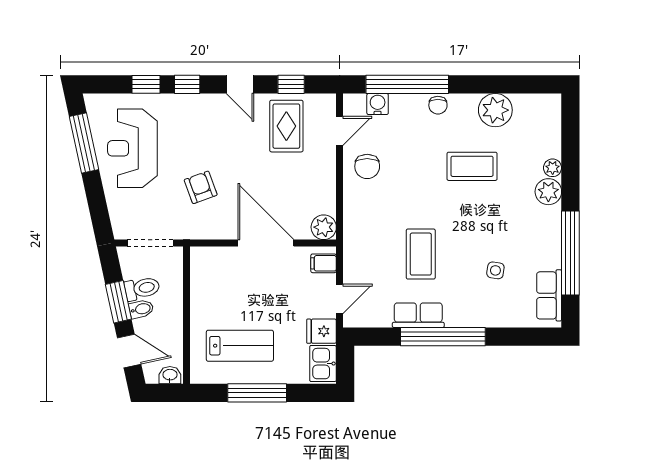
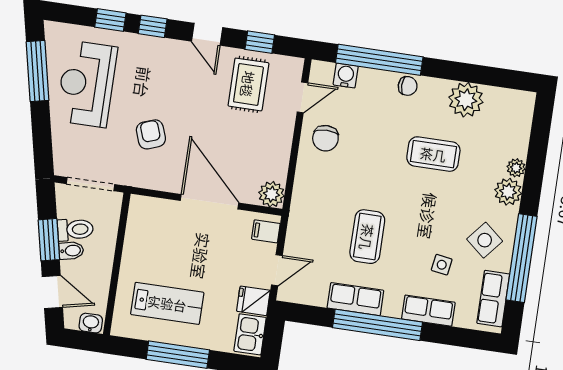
chair: (438, 105) -> (408, 86), turned -90
side table: (533, 241) -> (485, 240), added
row of seats: (489, 316) -> (428, 311), added

